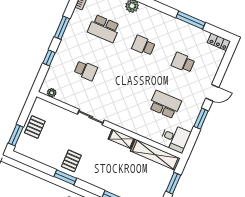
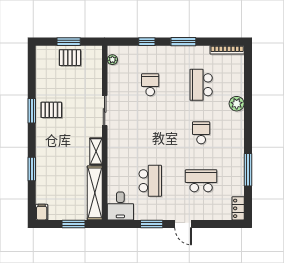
school desk: (183, 63) -> (201, 181), width x1.85
school desk: (86, 70) -> (150, 85), turned 180
window: (16, 135) -> (69, 42), moved

